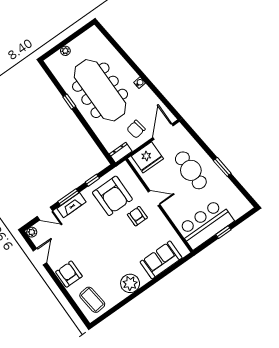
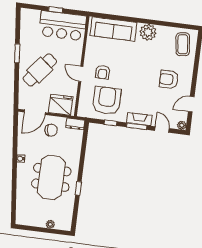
meeting table: (100, 90) -> (51, 177), width x0.73
cafe table: (191, 170) -> (40, 70), turned 39
sofa: (161, 260) -> (113, 29), width x1.36
armchair: (69, 274) -> (169, 79), moved, turned 90

